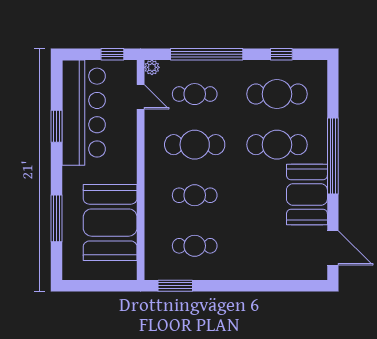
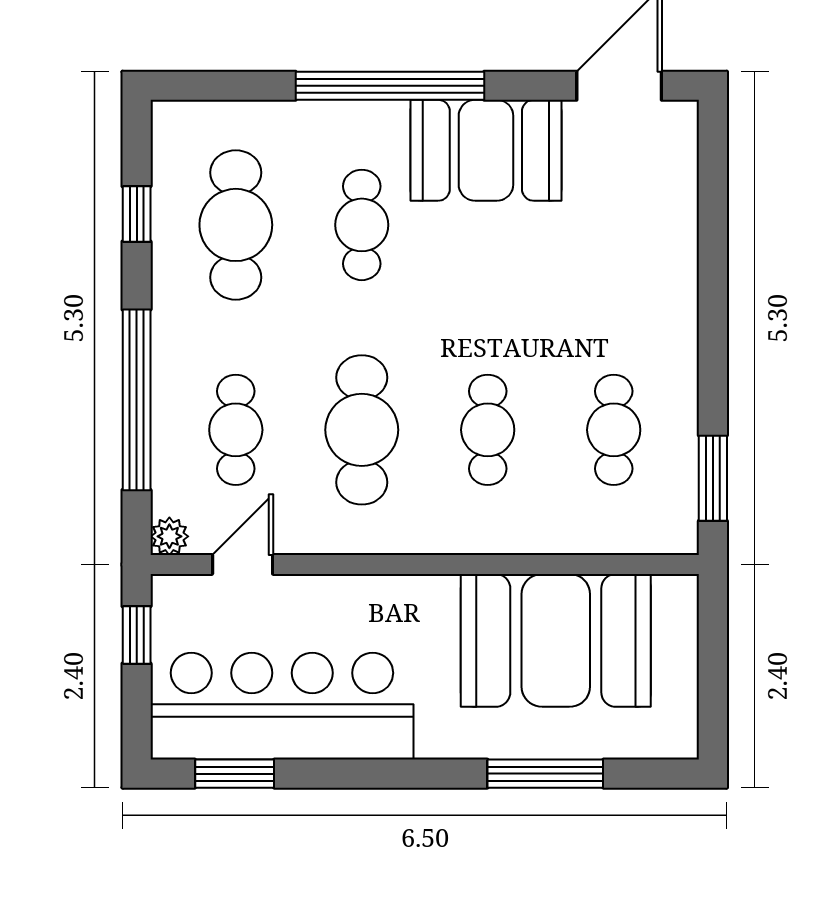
window: (57, 126) -> (235, 774), moved
cafe table: (277, 145) -> (362, 225), width x0.73, depth x0.74

